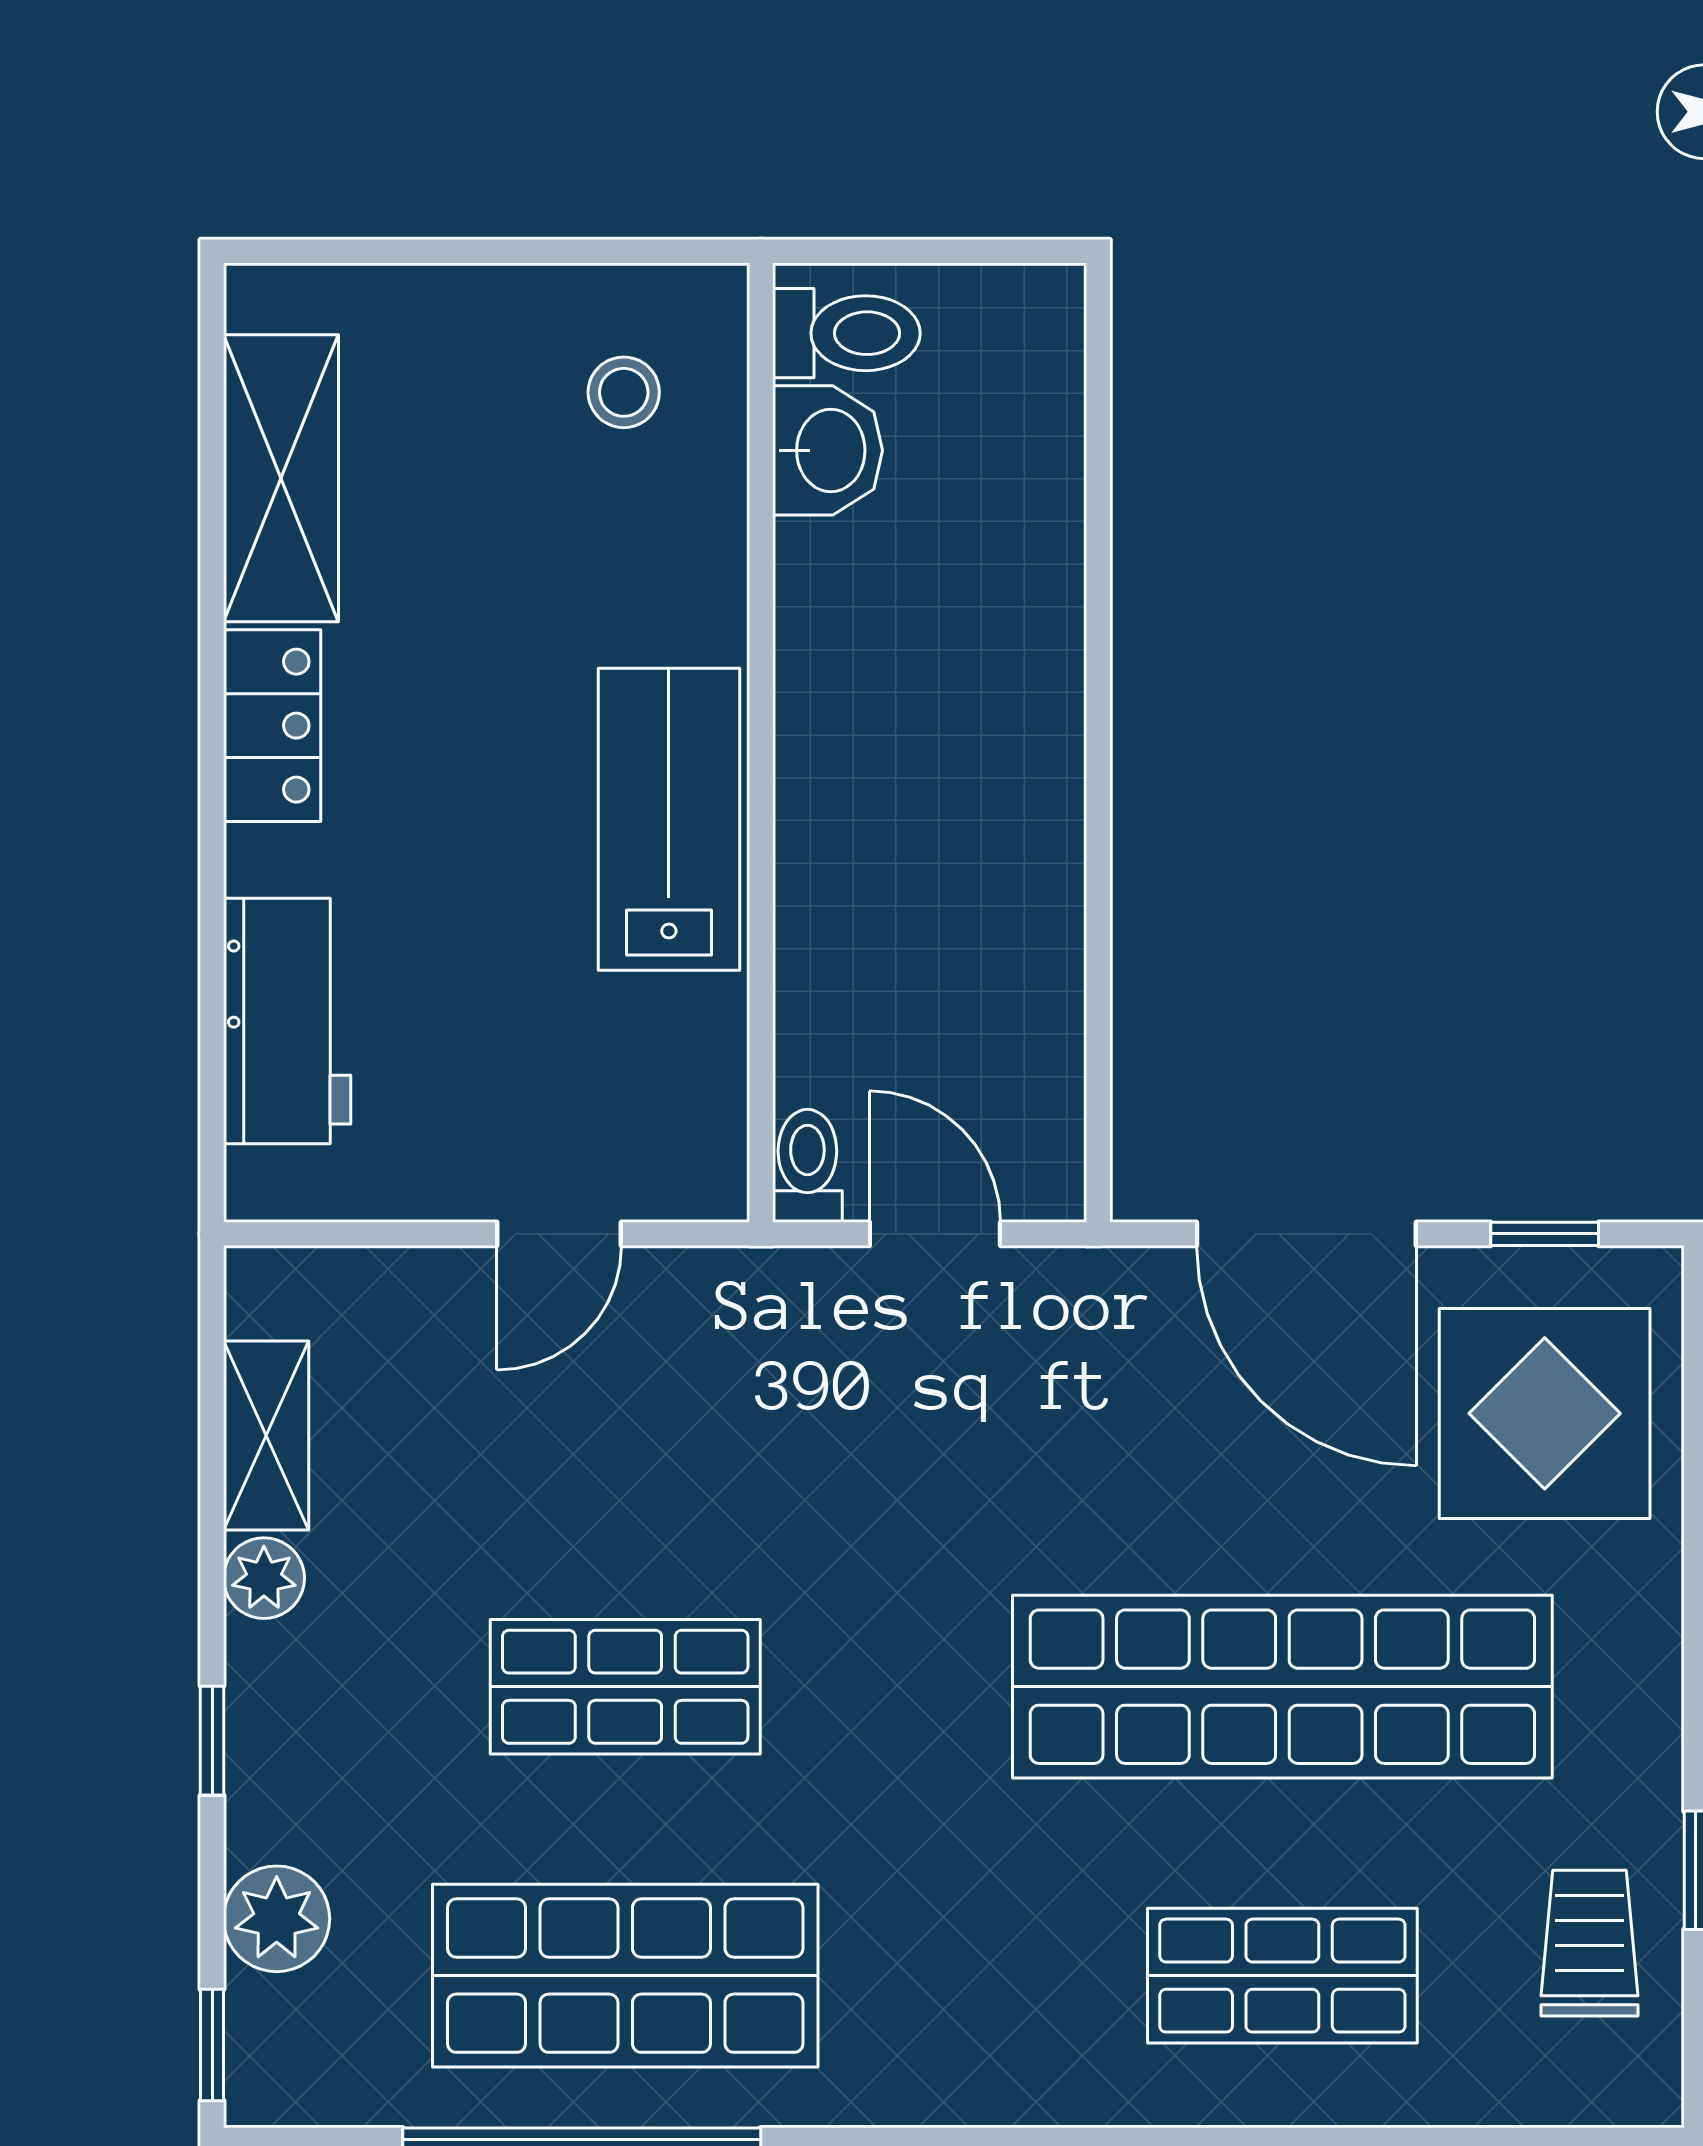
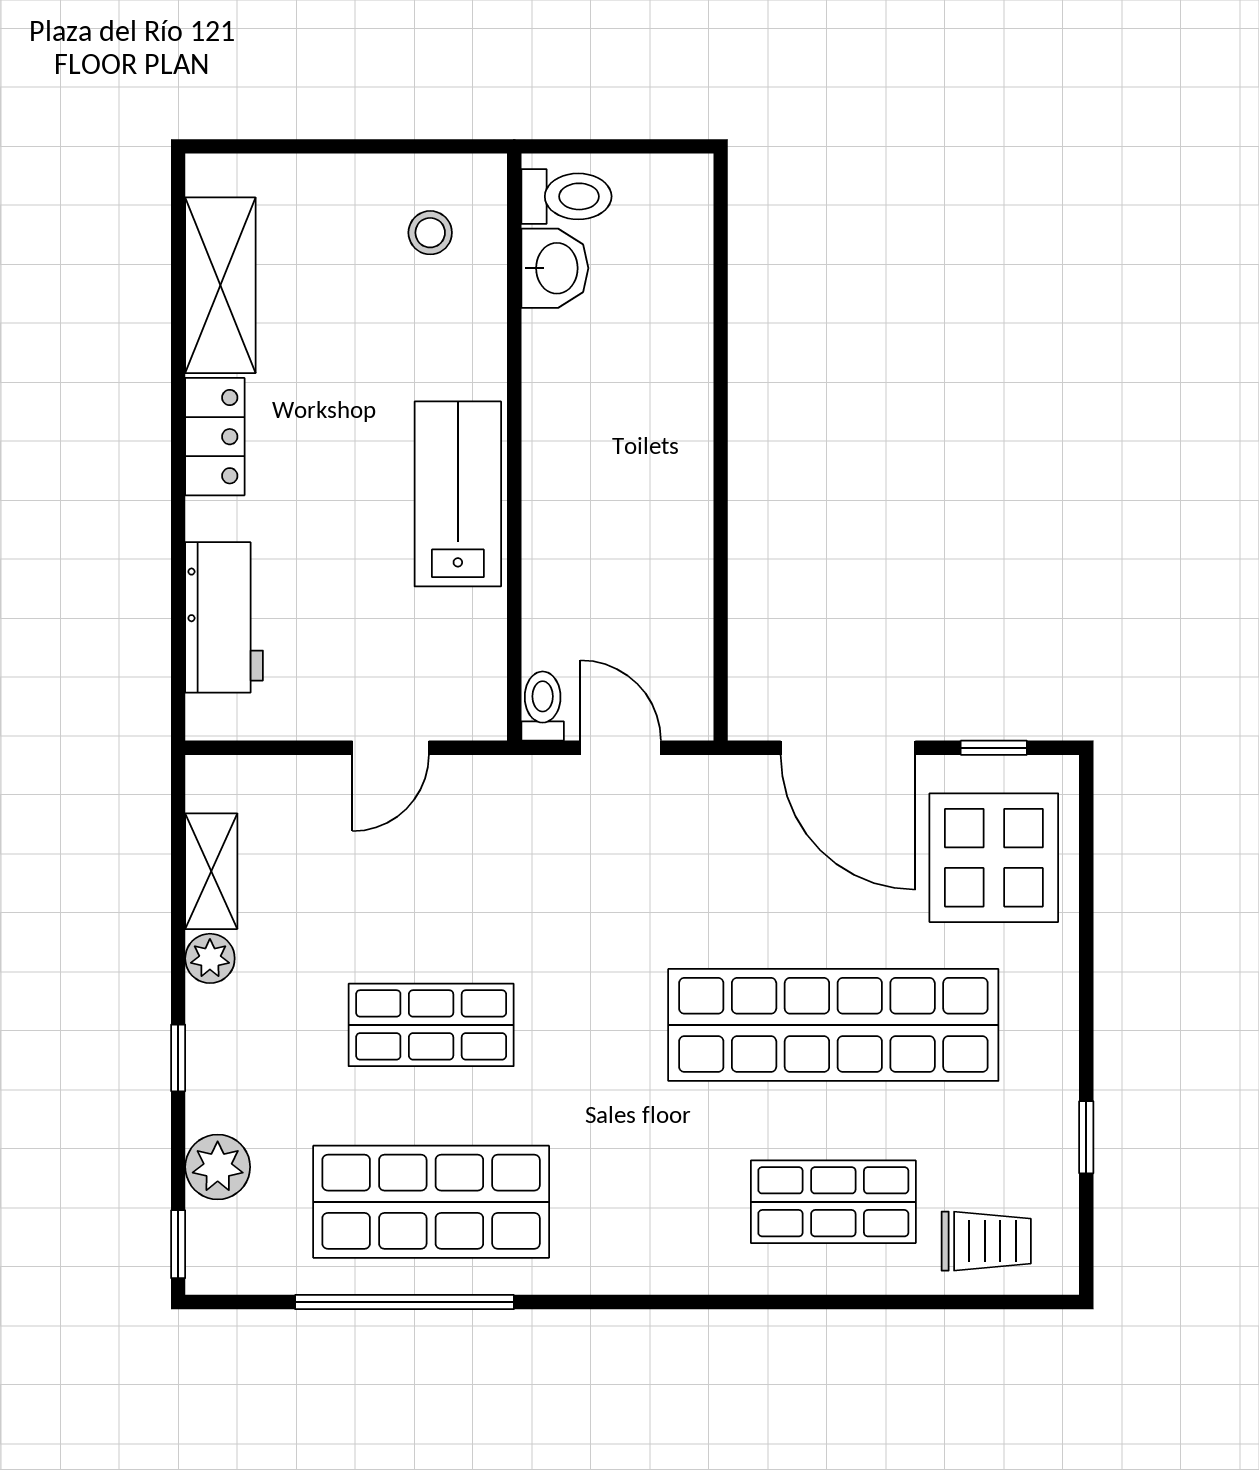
trolley: (1590, 1943) -> (986, 1241), moved, turned 90

